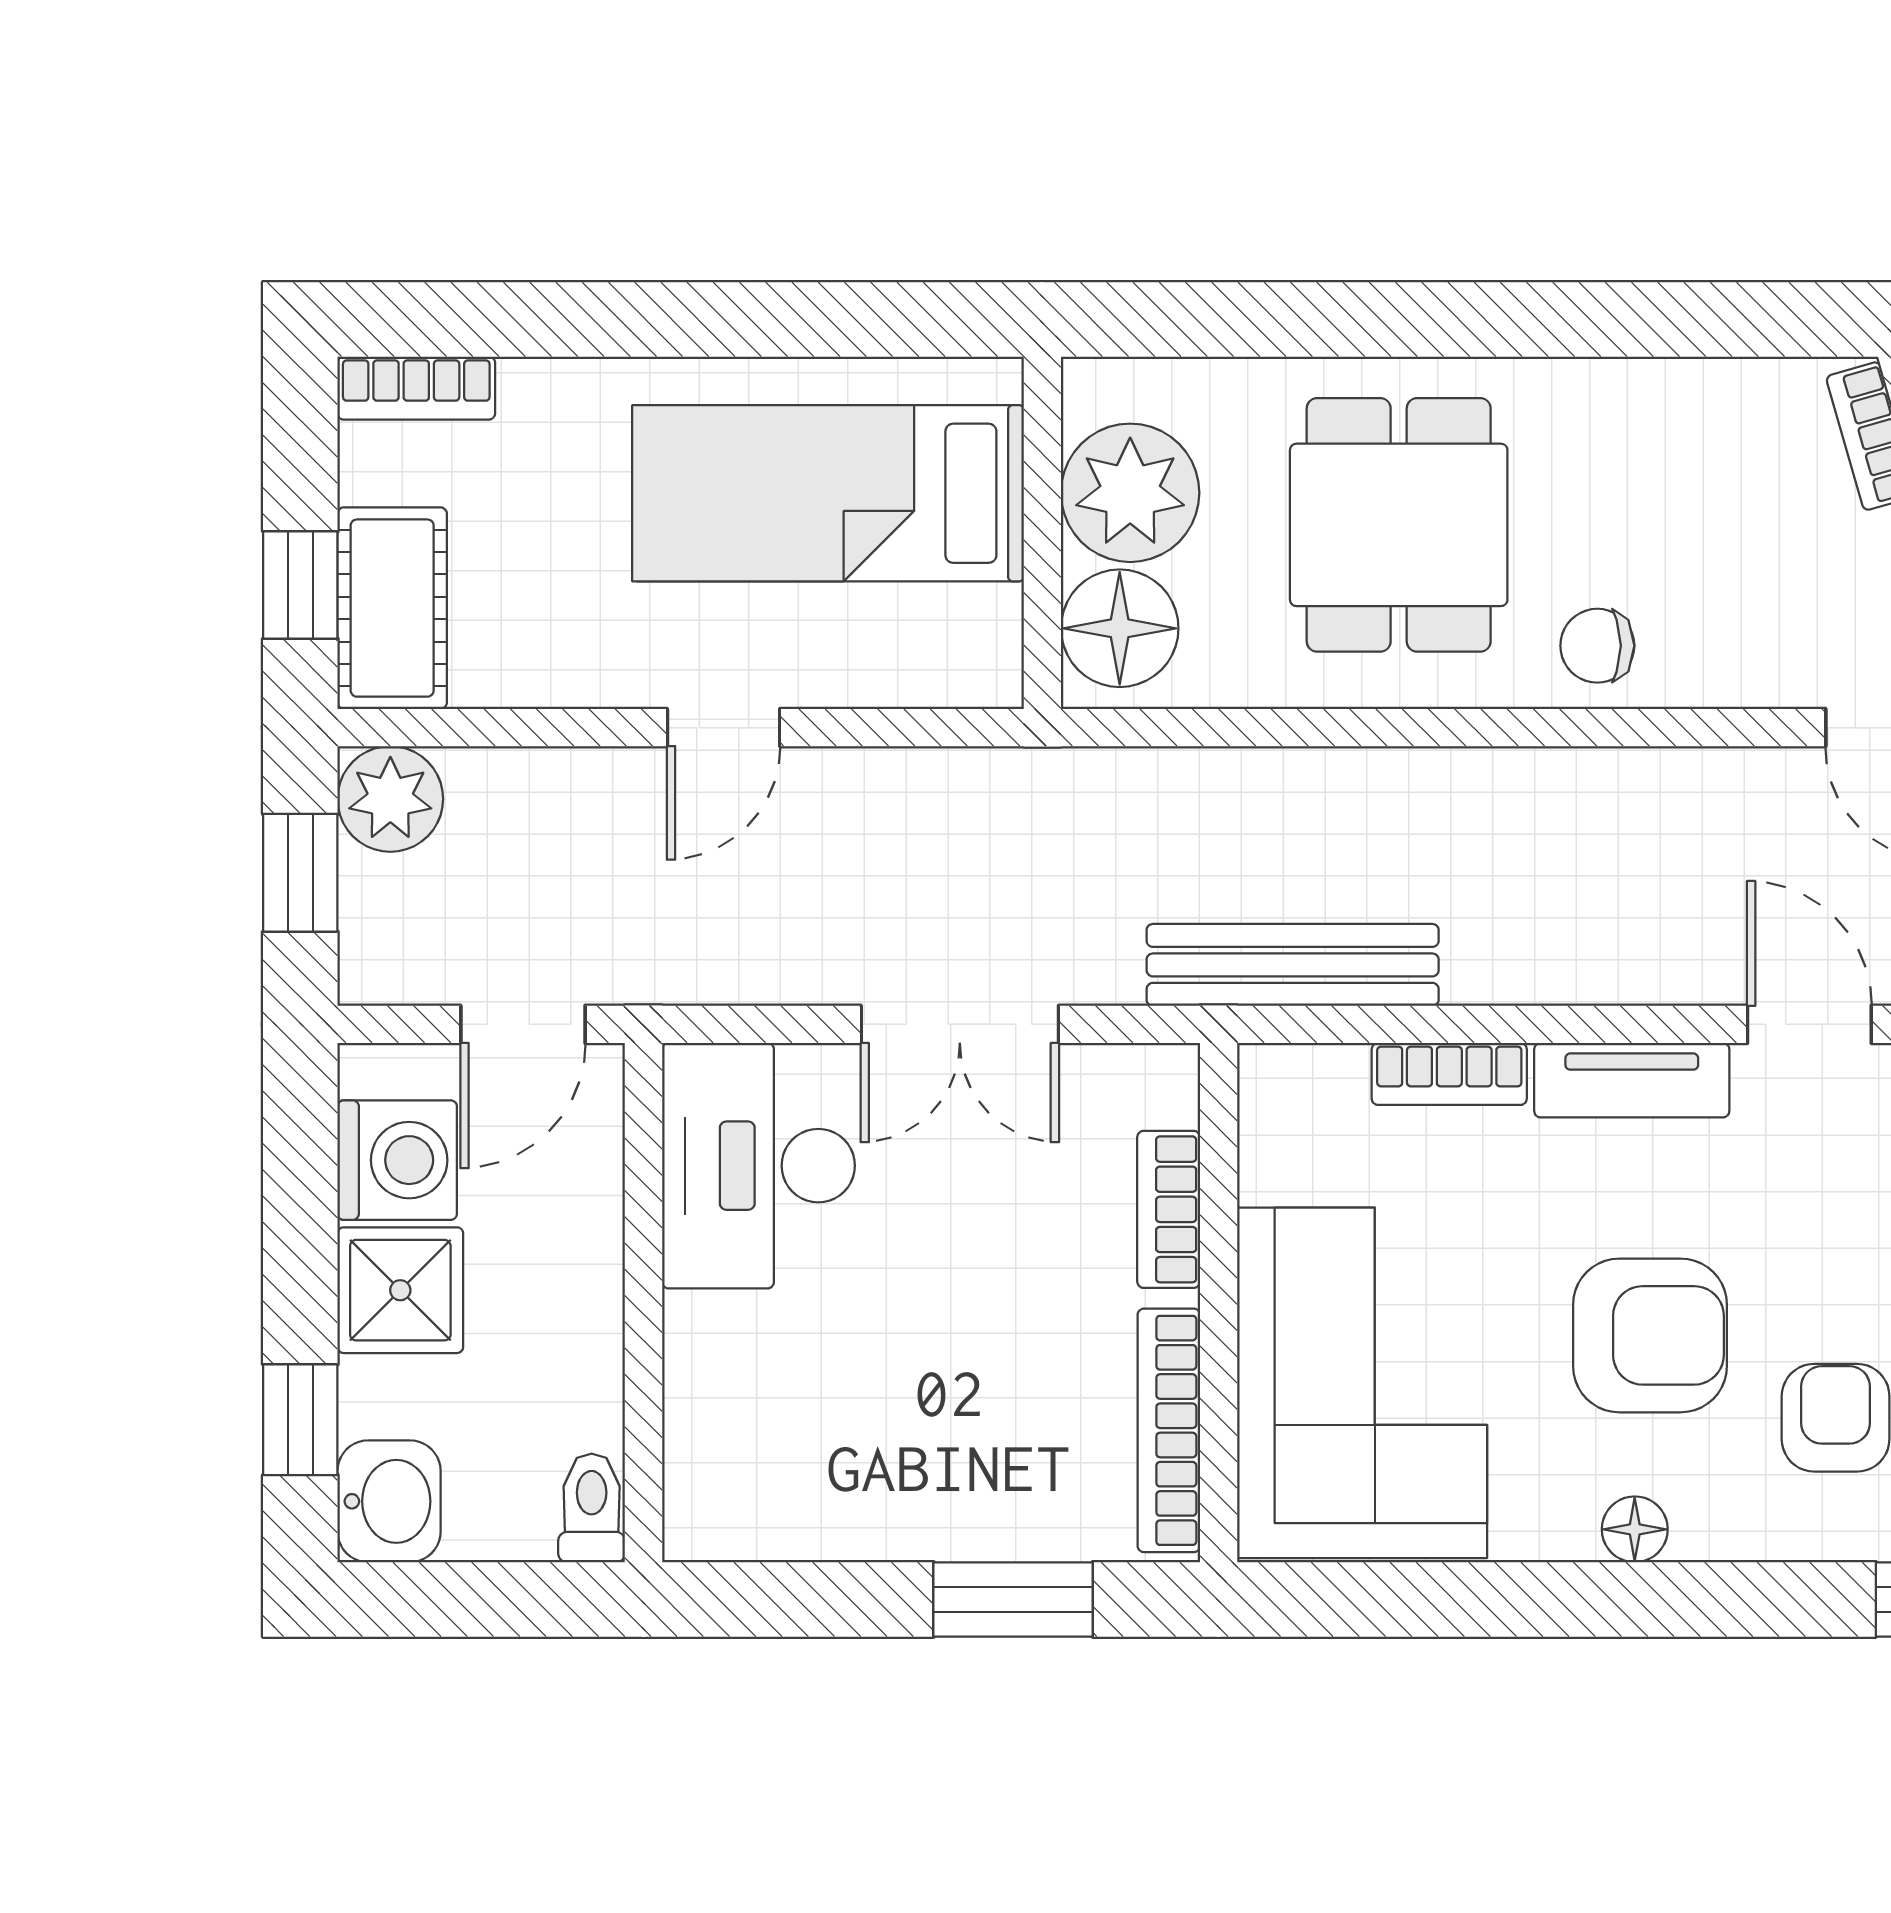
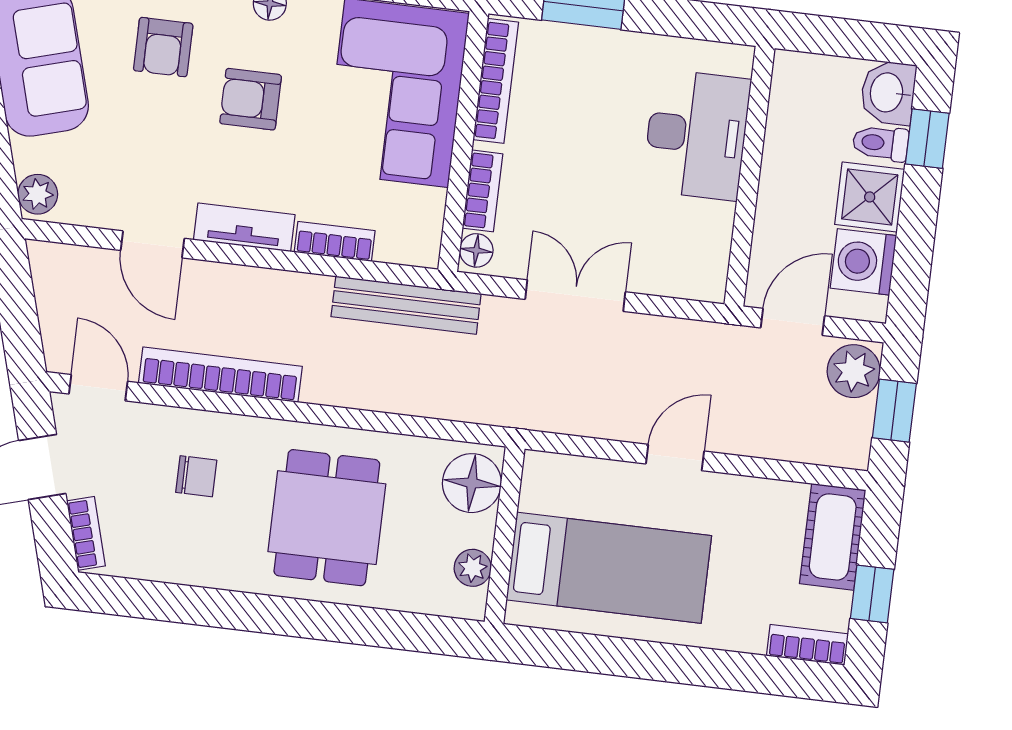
plant: (1130, 493) -> (473, 568), width x0.53, depth x0.53
window: (300, 585) -> (872, 594), moved
chair: (1597, 646) -> (196, 476), moved
bookcase: (1644, 782) -> (220, 375), added
plant: (390, 799) -> (854, 371), moved
floor lamp: (1167, 1090) -> (476, 250), added
desk: (758, 1166) -> (696, 135), moved
armchair: (1650, 1335) -> (251, 99), width x0.72, depth x0.72
toilet: (592, 1508) -> (881, 143), moved, turned 90

